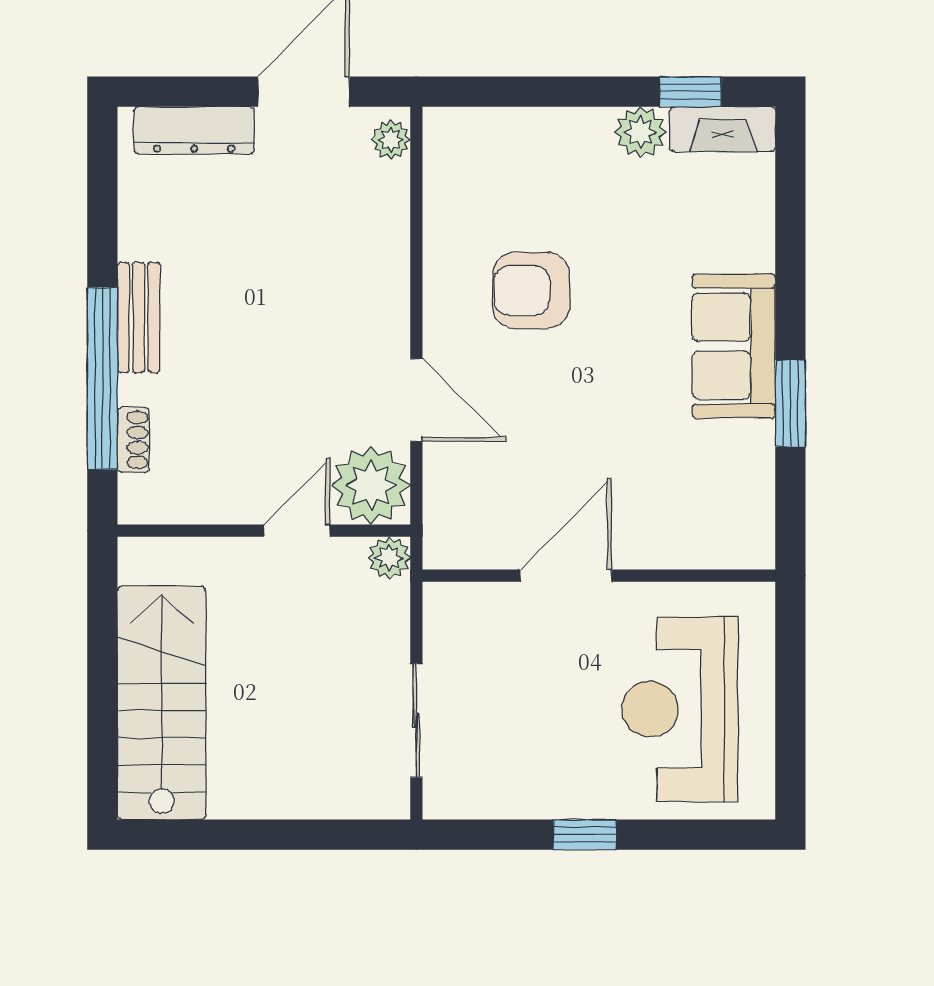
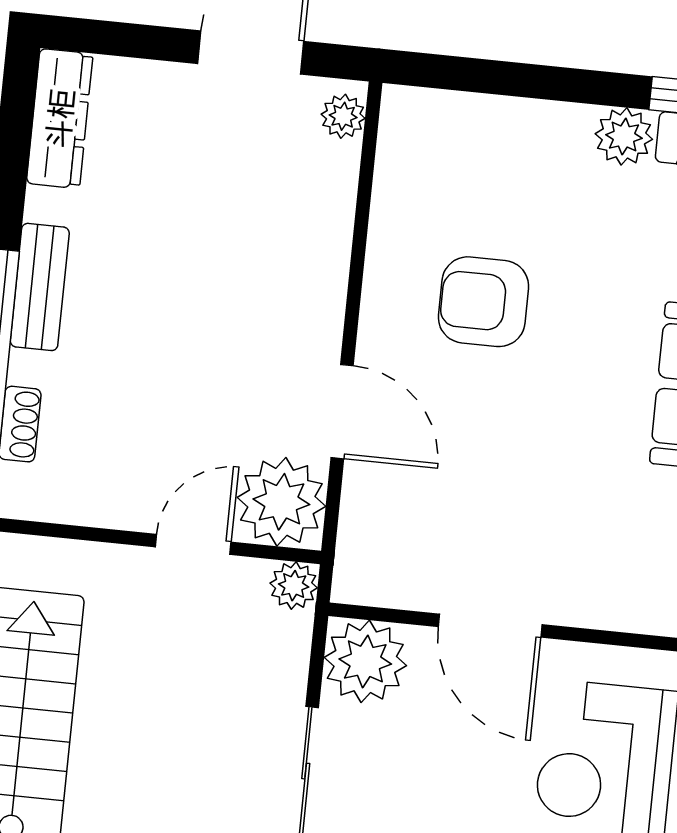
dresser: (194, 130) -> (60, 119), moved, turned -90
door: (566, 576) -> (490, 626), swing flipped
plant: (459, 618) -> (365, 661), added

